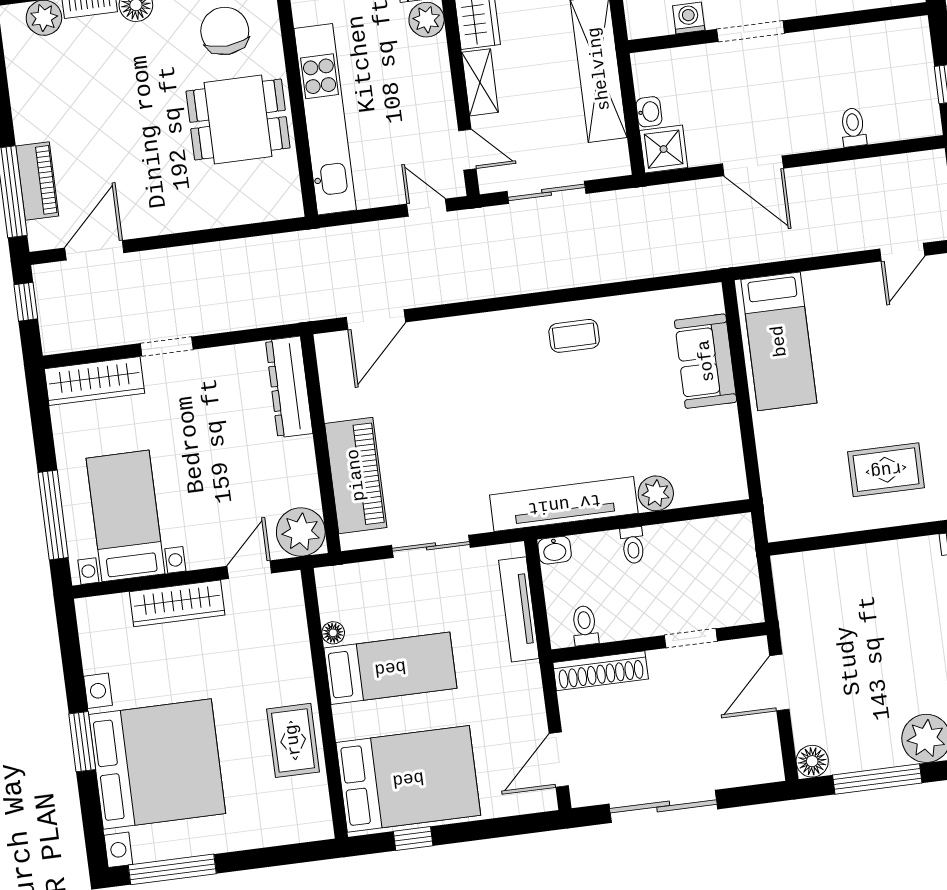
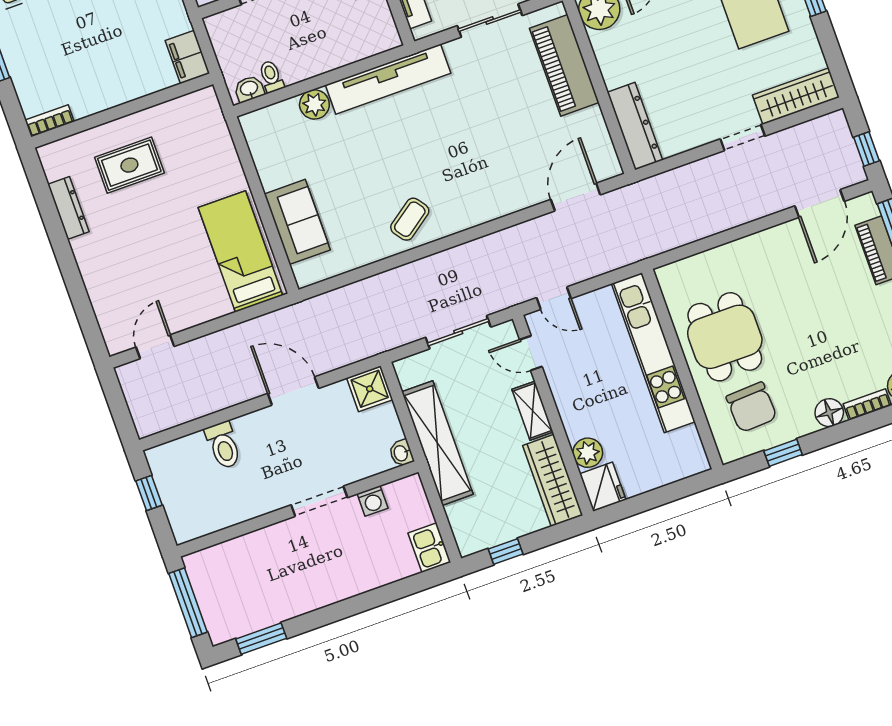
washbasin: (649, 112) -> (401, 453), moved
dining table: (238, 120) -> (725, 337), turned 90
toilet: (853, 127) -> (223, 445), width x1.37, depth x1.39
coffee table: (574, 336) -> (410, 219), turned -36
toilet: (633, 545) -> (271, 76), moved
washbasin: (555, 550) -> (249, 89), moved
filing cabinet: (791, 581) -> (187, 57), added

